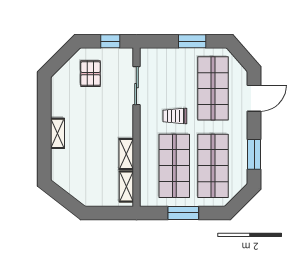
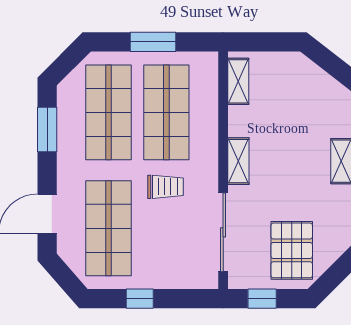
window: (192, 41) -> (140, 299), width x0.67
pallet: (91, 74) -> (292, 250), width x1.50, depth x1.42
sliding door: (136, 86) -> (223, 232), width x1.37
shelving: (126, 154) -> (238, 161), moved

